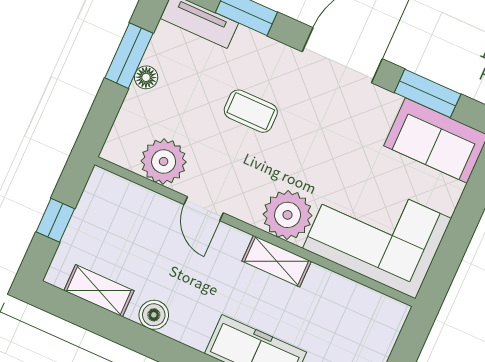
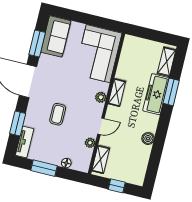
floor lamp: (146, 77) -> (66, 163), moved
plant: (164, 161) -> (90, 143), width x0.53, depth x0.53
plant: (288, 215) -> (101, 97), width x0.53, depth x0.53
shelving: (99, 291) -> (101, 159), moved

